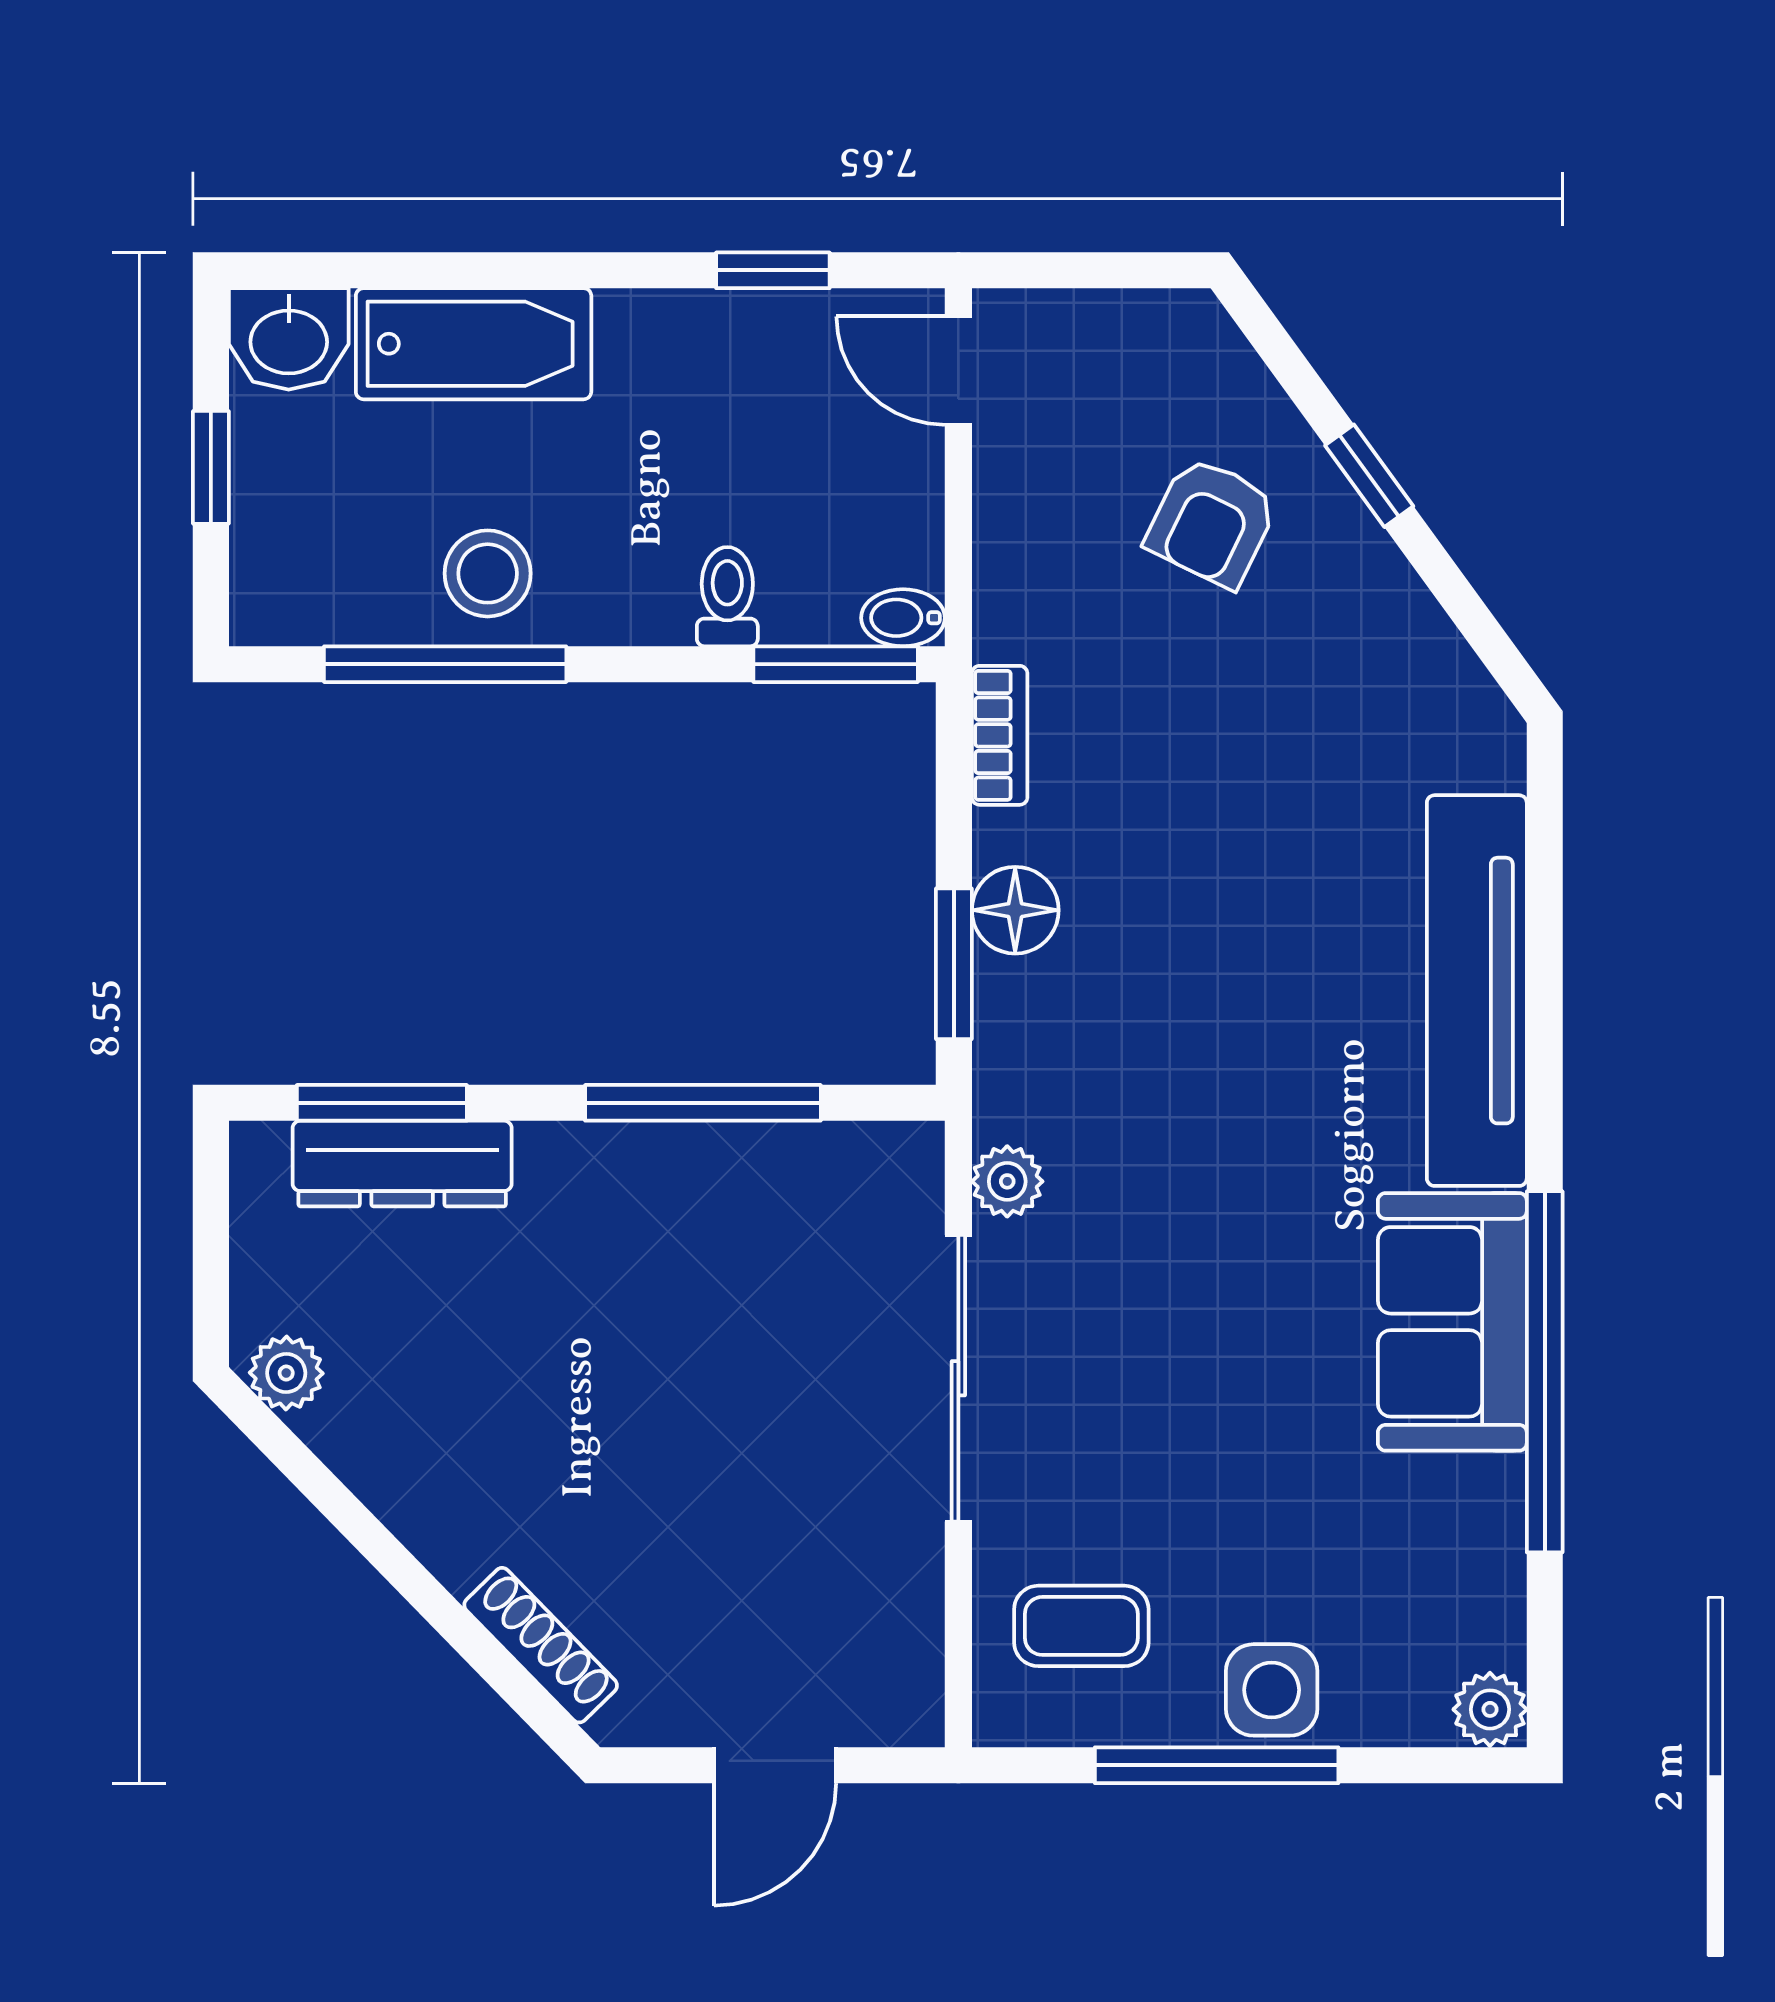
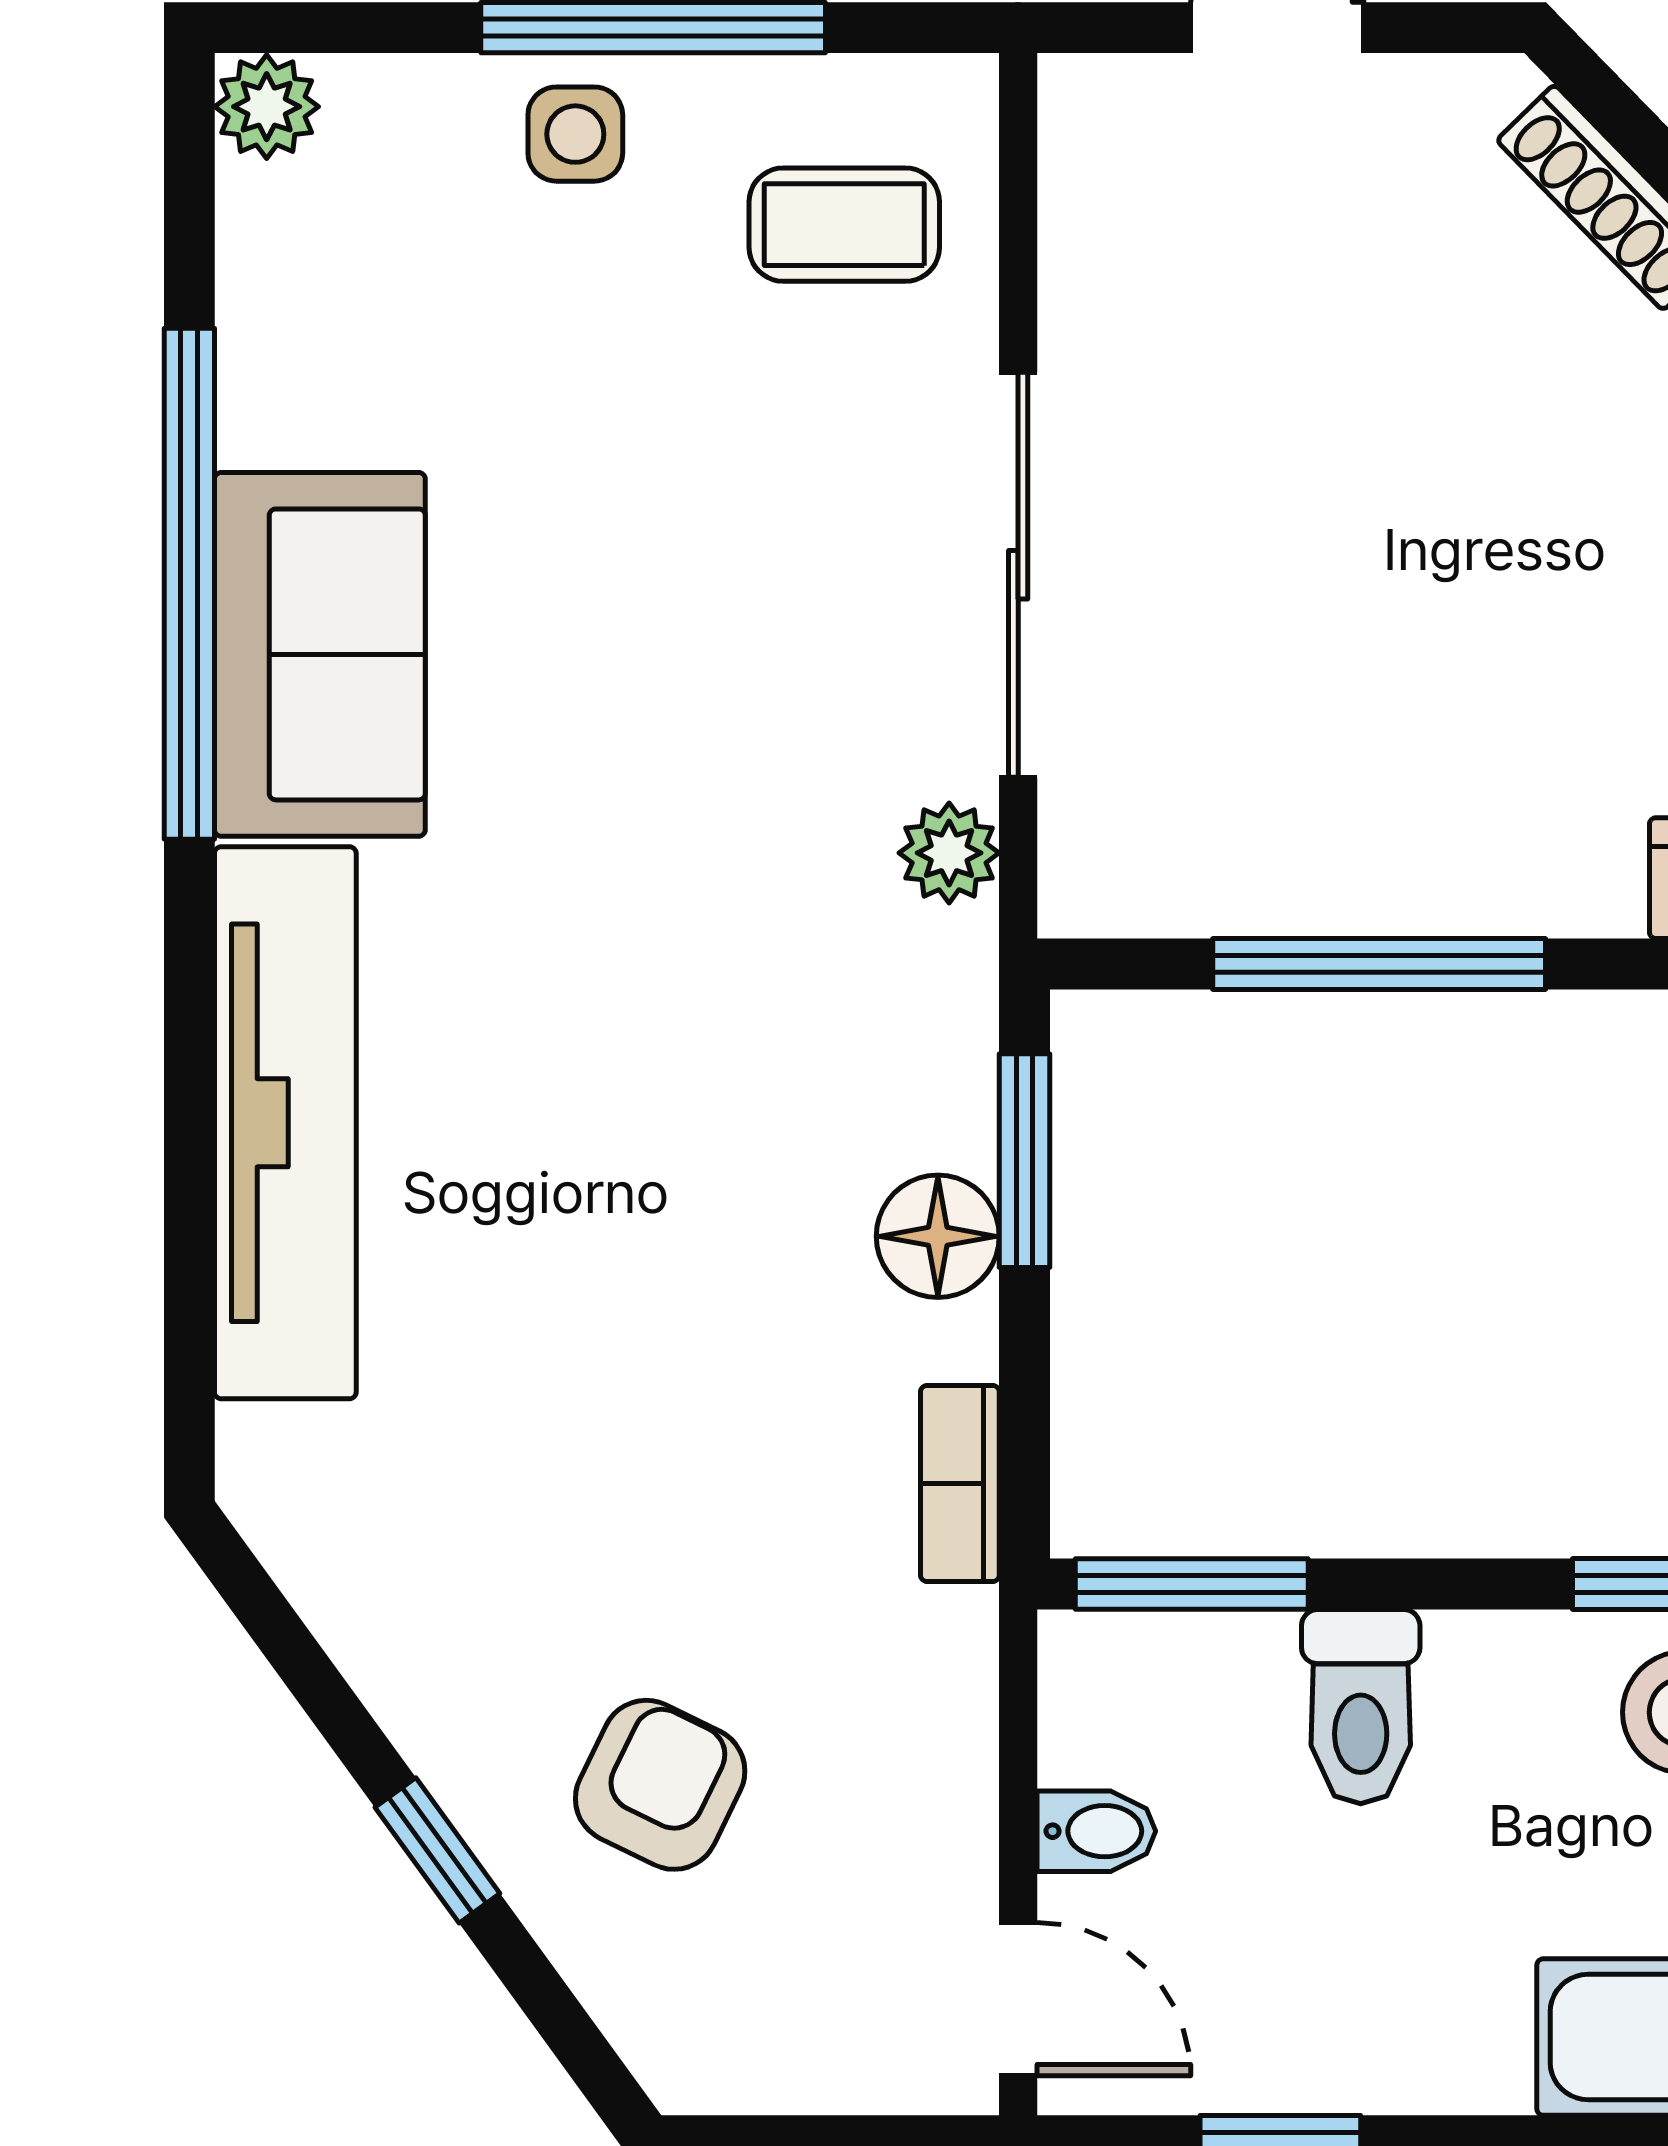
toilet: (727, 597) -> (1361, 1707), width x1.37, depth x1.39
bidet: (903, 618) -> (1096, 1831), moved
side table: (1272, 1690) -> (575, 134), width x0.73, depth x0.73

